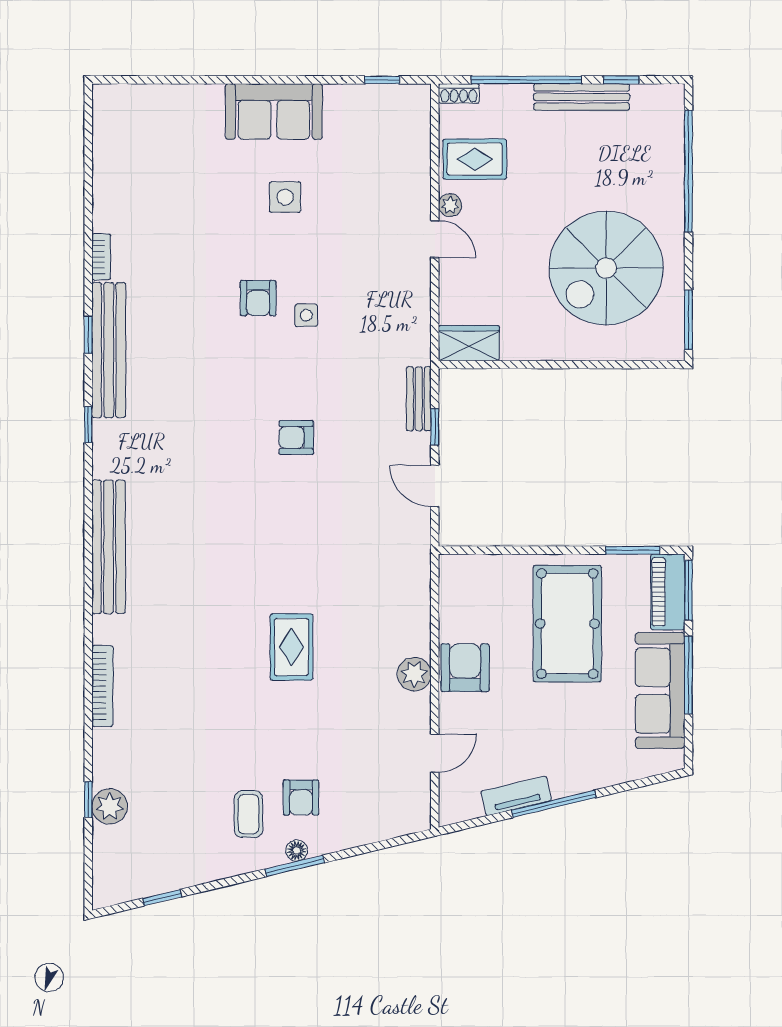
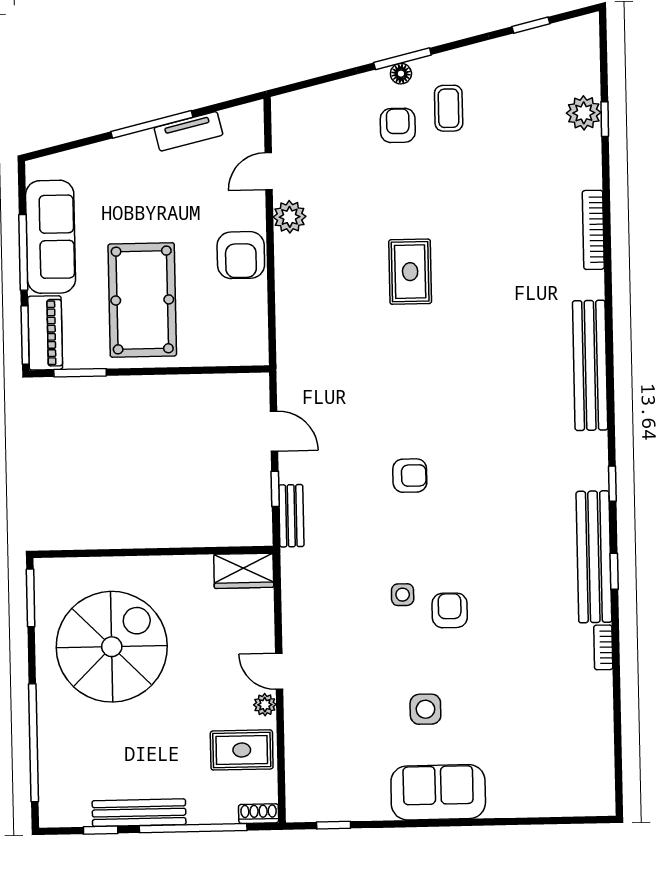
plant: (414, 674) -> (290, 217), moved

